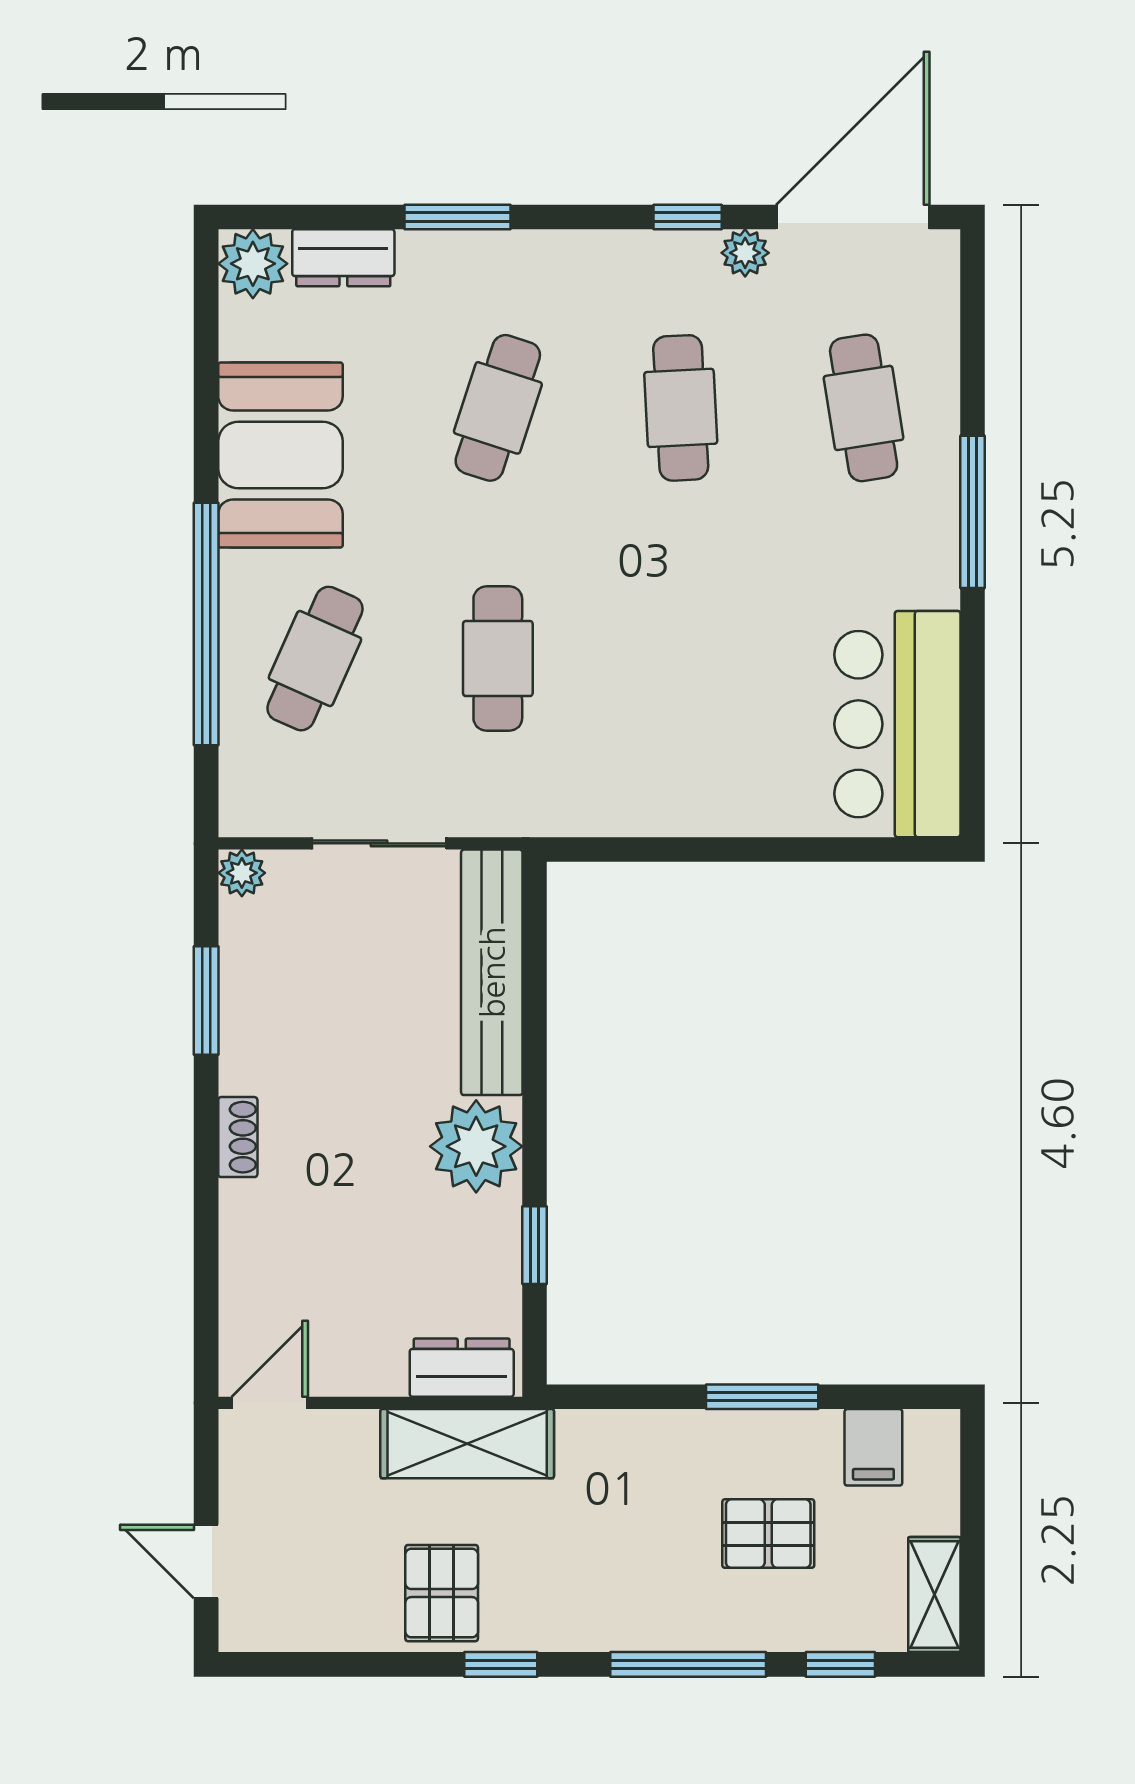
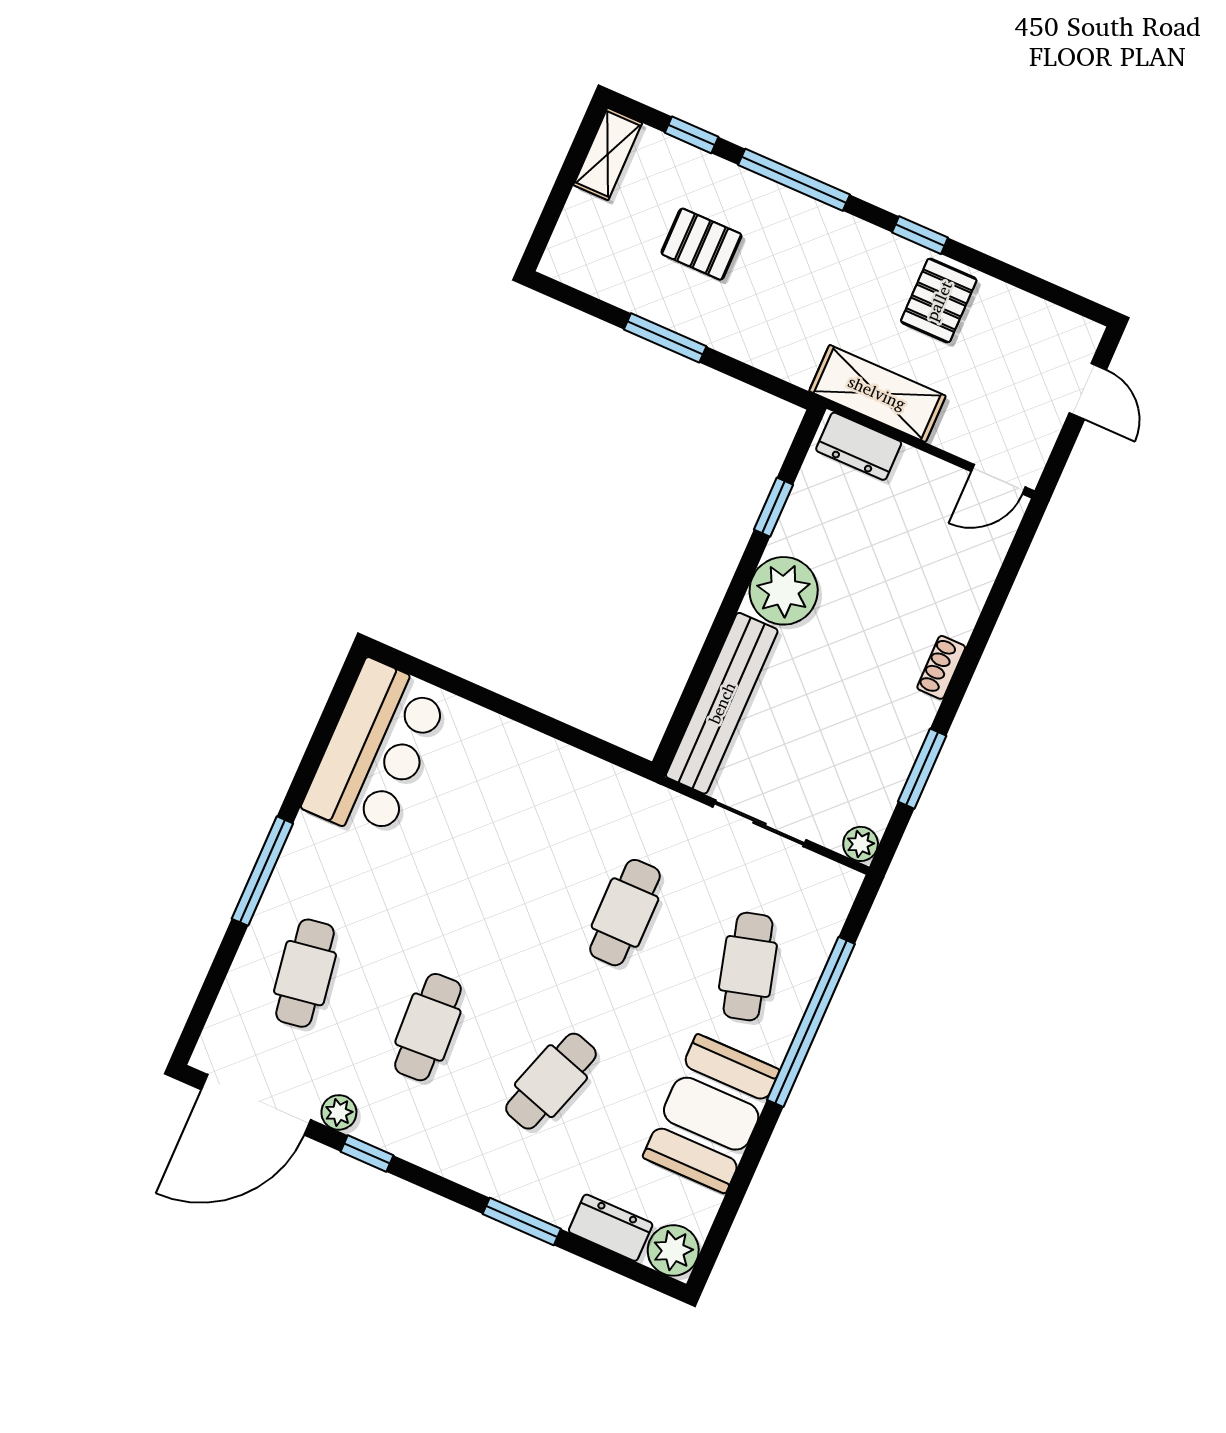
cafe table: (315, 659) -> (748, 967), turned -39
filing cabinet: (873, 1447) -> (605, 271), removed

